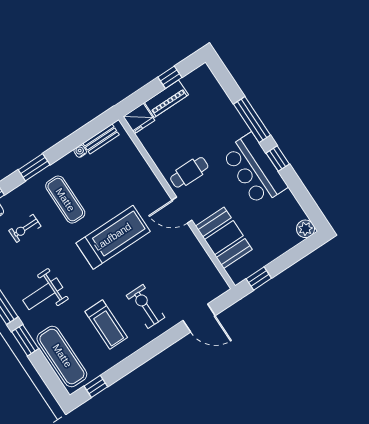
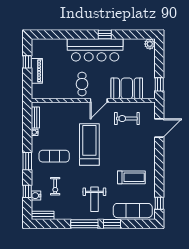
fridge: (139, 118) -> (38, 91), removed
window: (252, 120) -> (76, 34), removed
bar counter: (255, 170) -> (95, 50), width x1.36
exercise bike: (145, 306) -> (127, 119), moved

